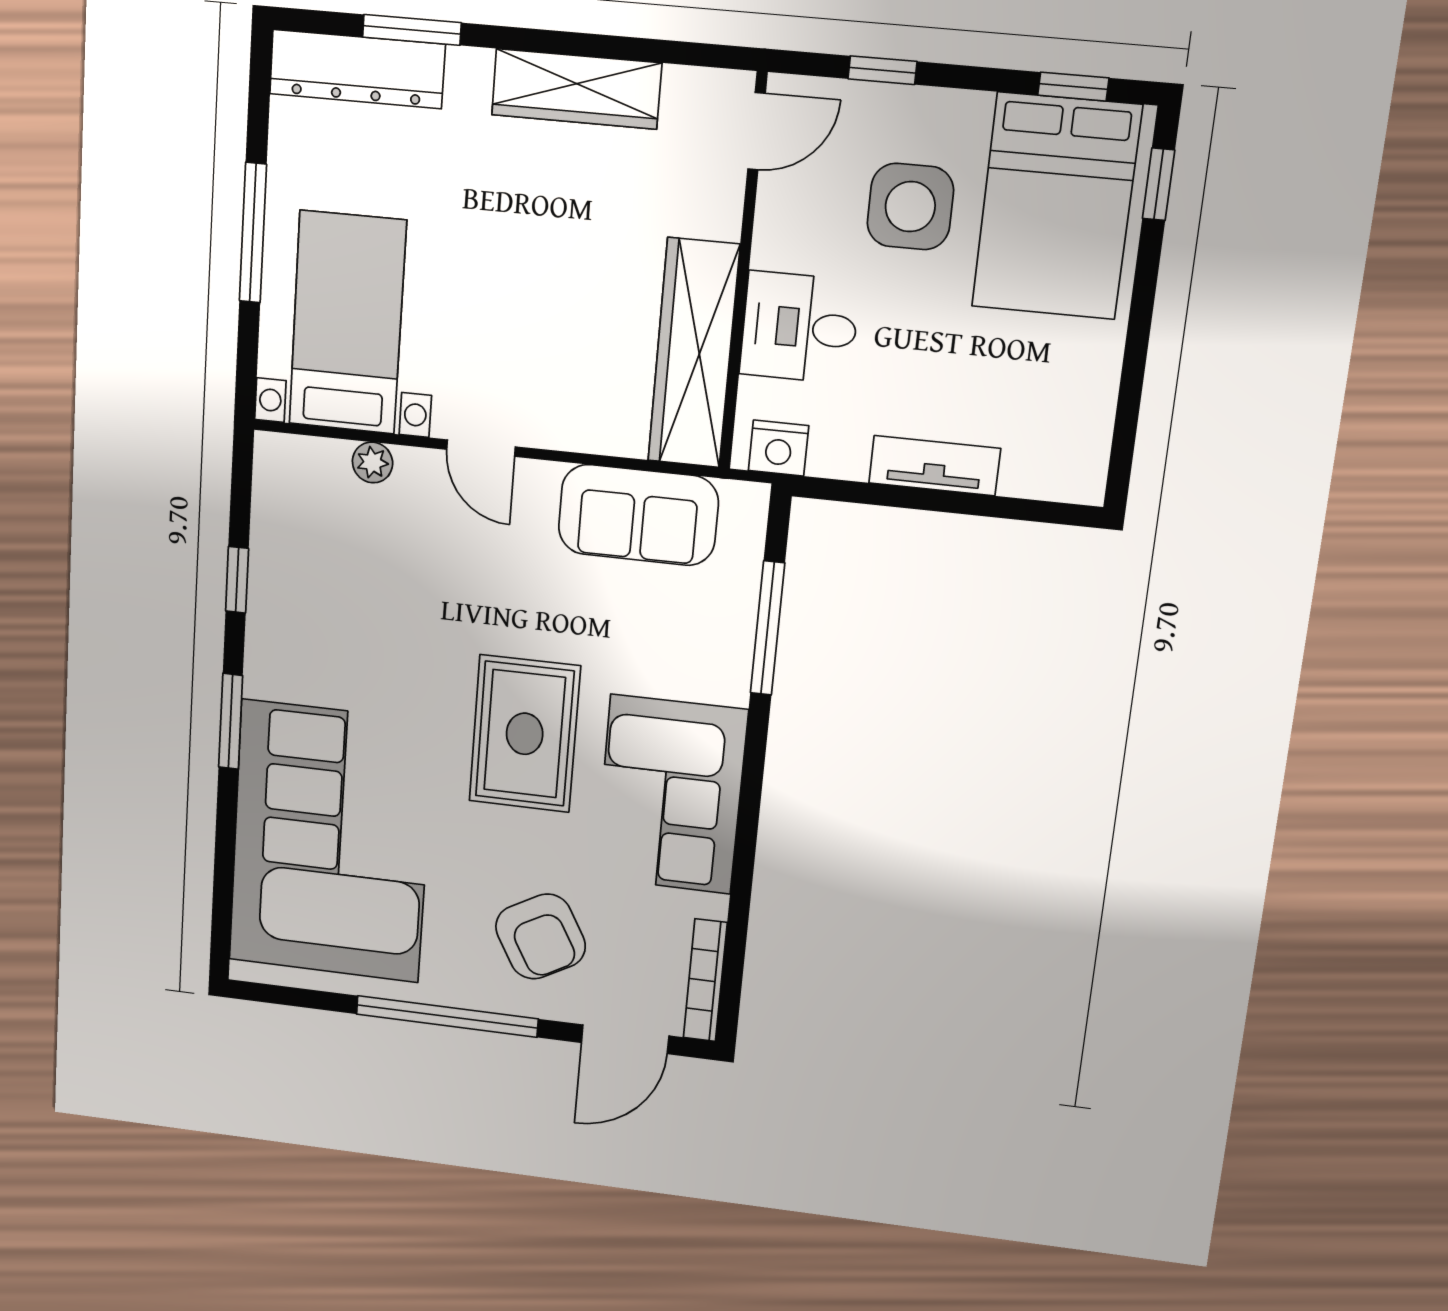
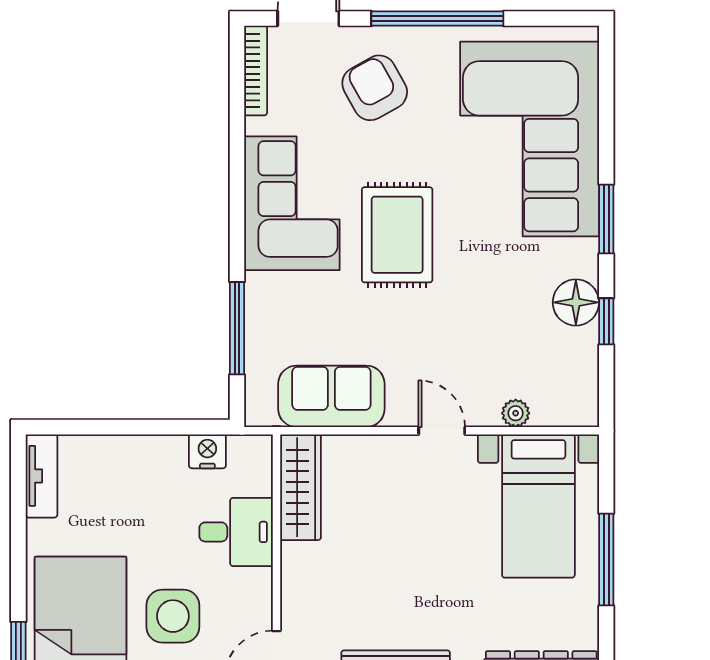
wardrobe: (694, 353) -> (300, 487), width x0.71, depth x0.85
nightstand: (779, 448) -> (207, 451), moved
tv unit: (935, 466) -> (41, 476), moved, turned -90
floor lamp: (278, 611) -> (576, 302), added

